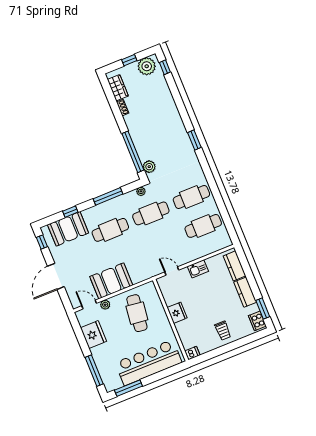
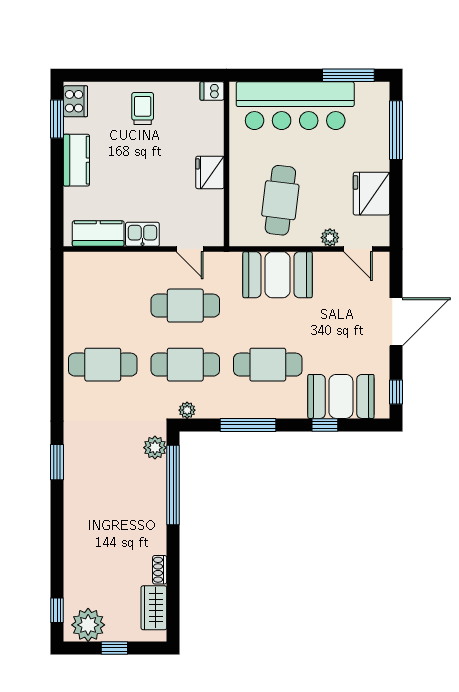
cafe table: (203, 226) -> (185, 306), moved
kitchen counter: (234, 266) -> (98, 234), moved, turned -90
booth: (111, 281) -> (278, 275), moved

